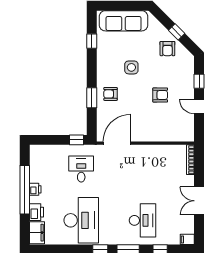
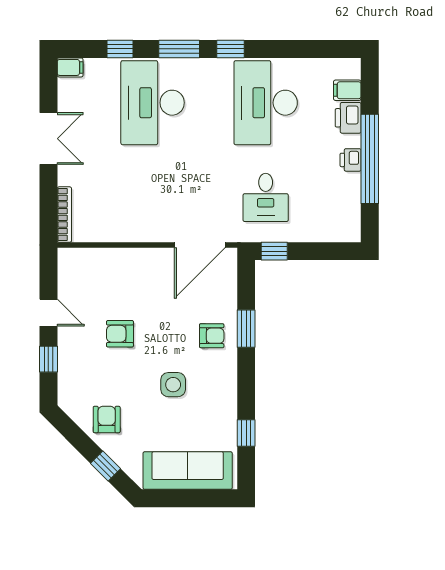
window: (177, 32) -> (106, 466), moved
desk: (143, 220) -> (153, 103), width x1.36, depth x1.30
filing cabinet: (37, 233) -> (347, 90), width x0.50

